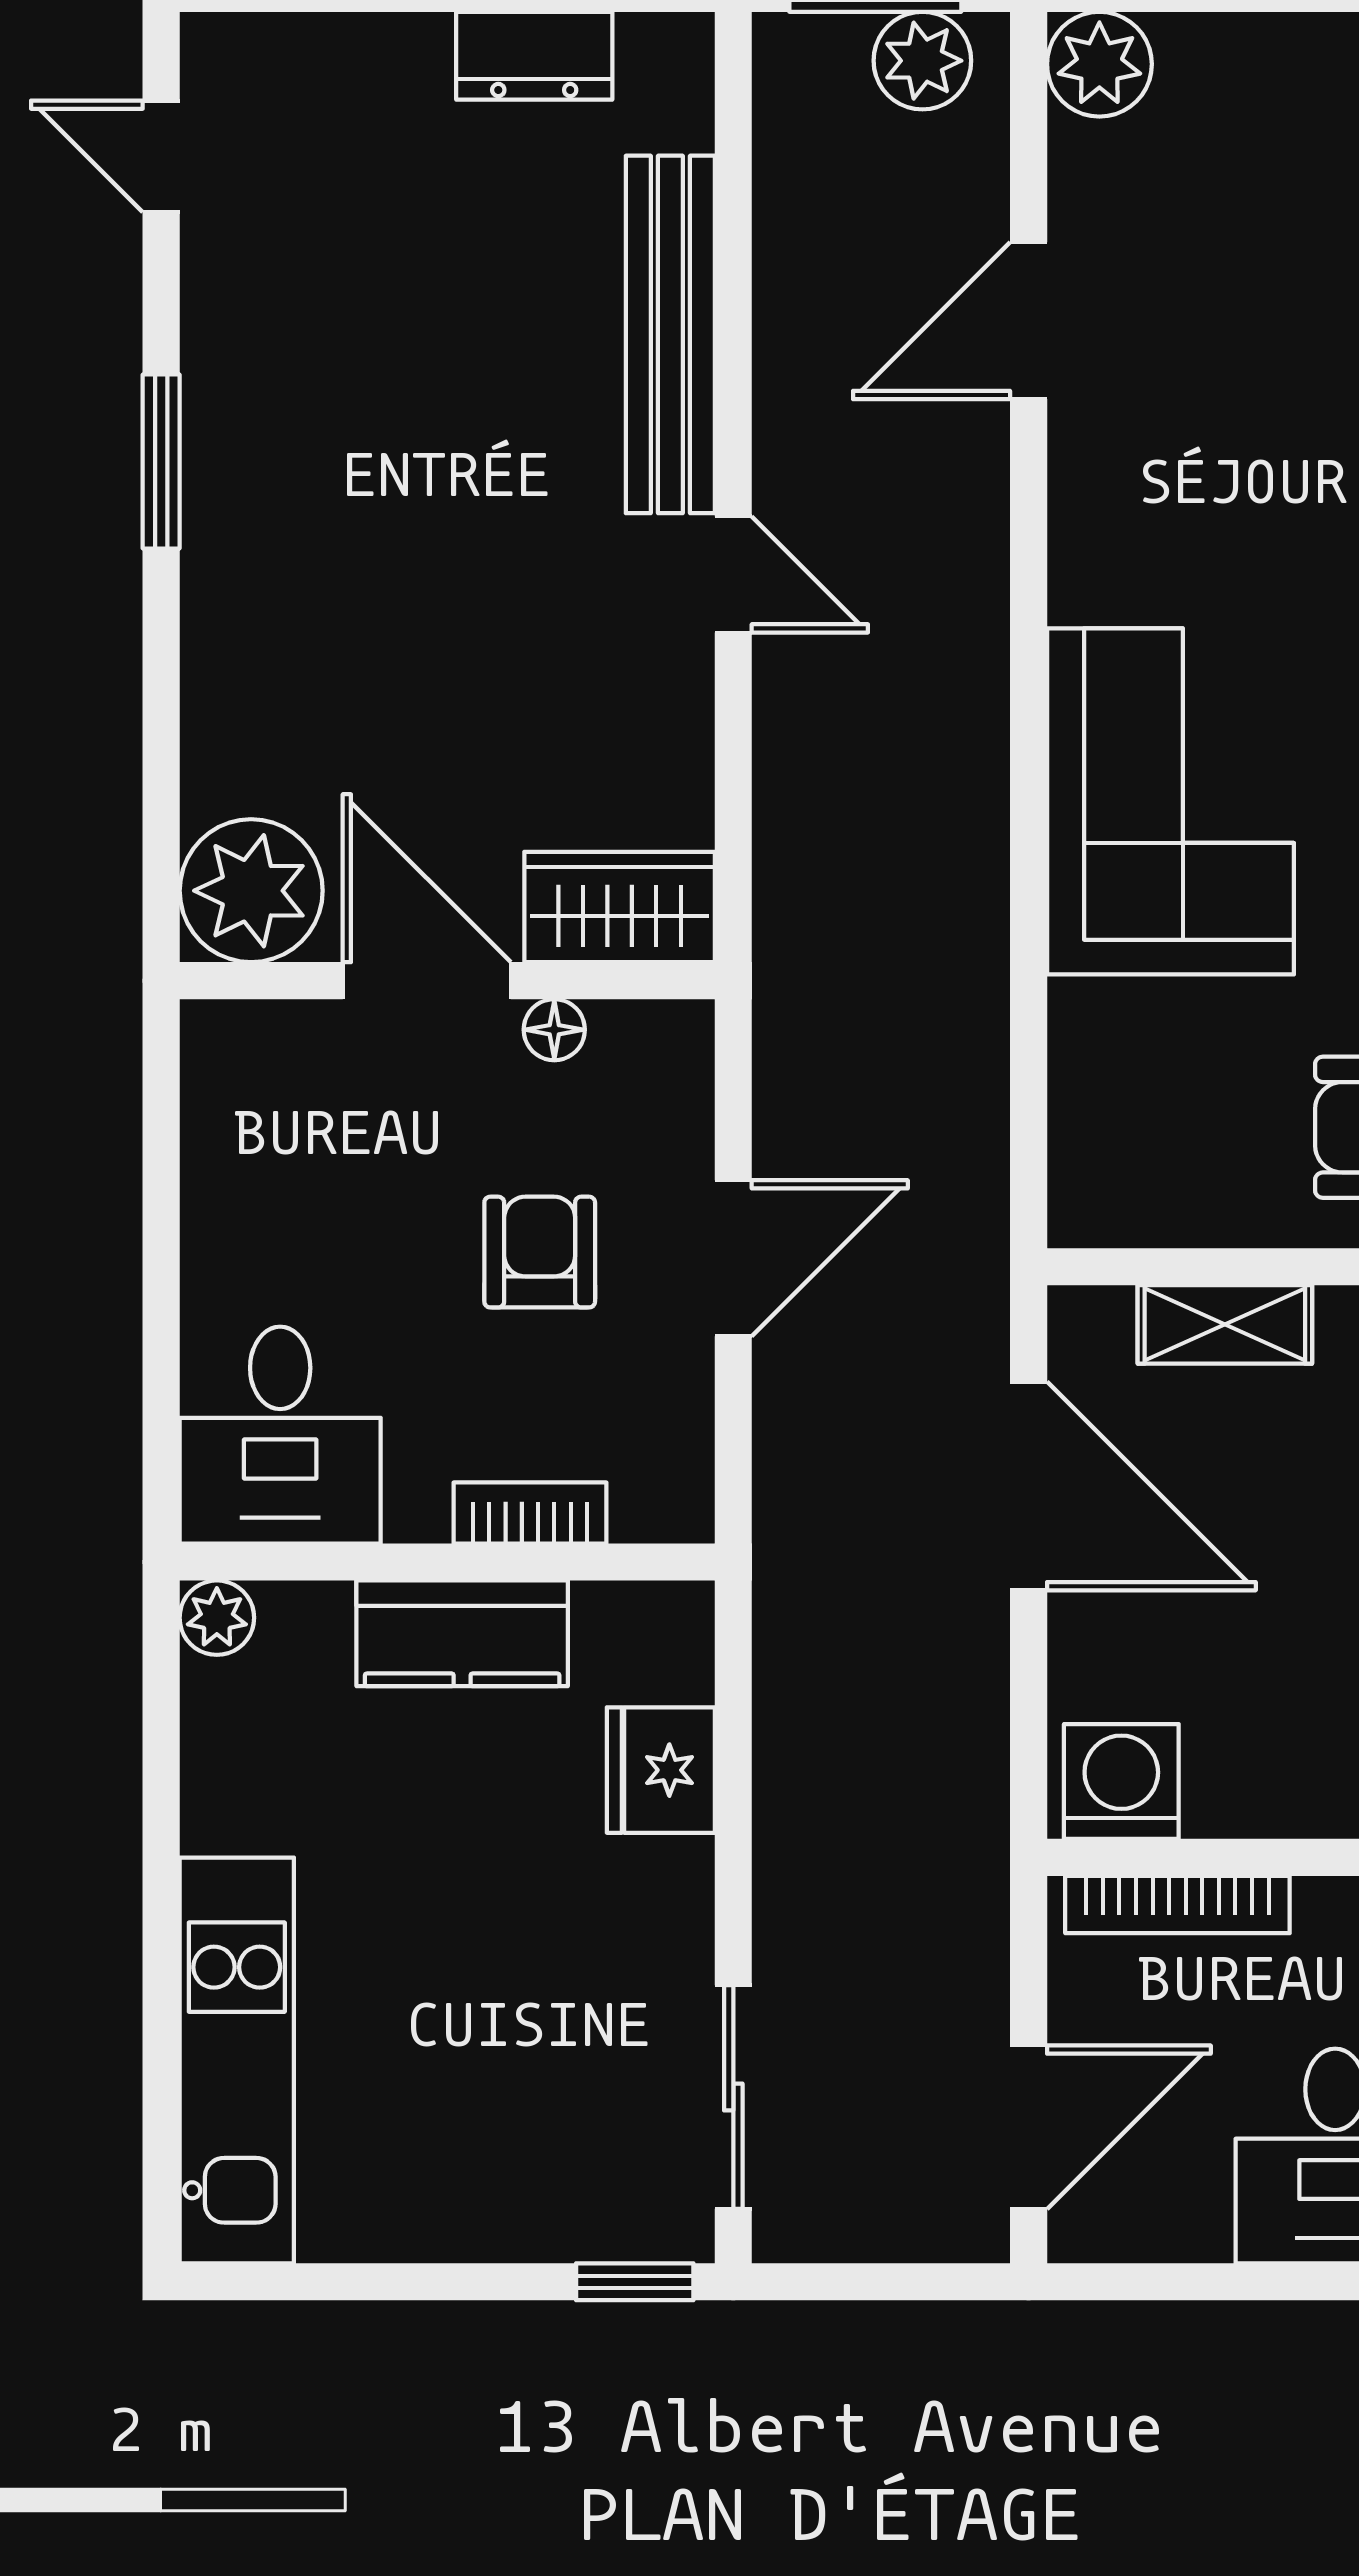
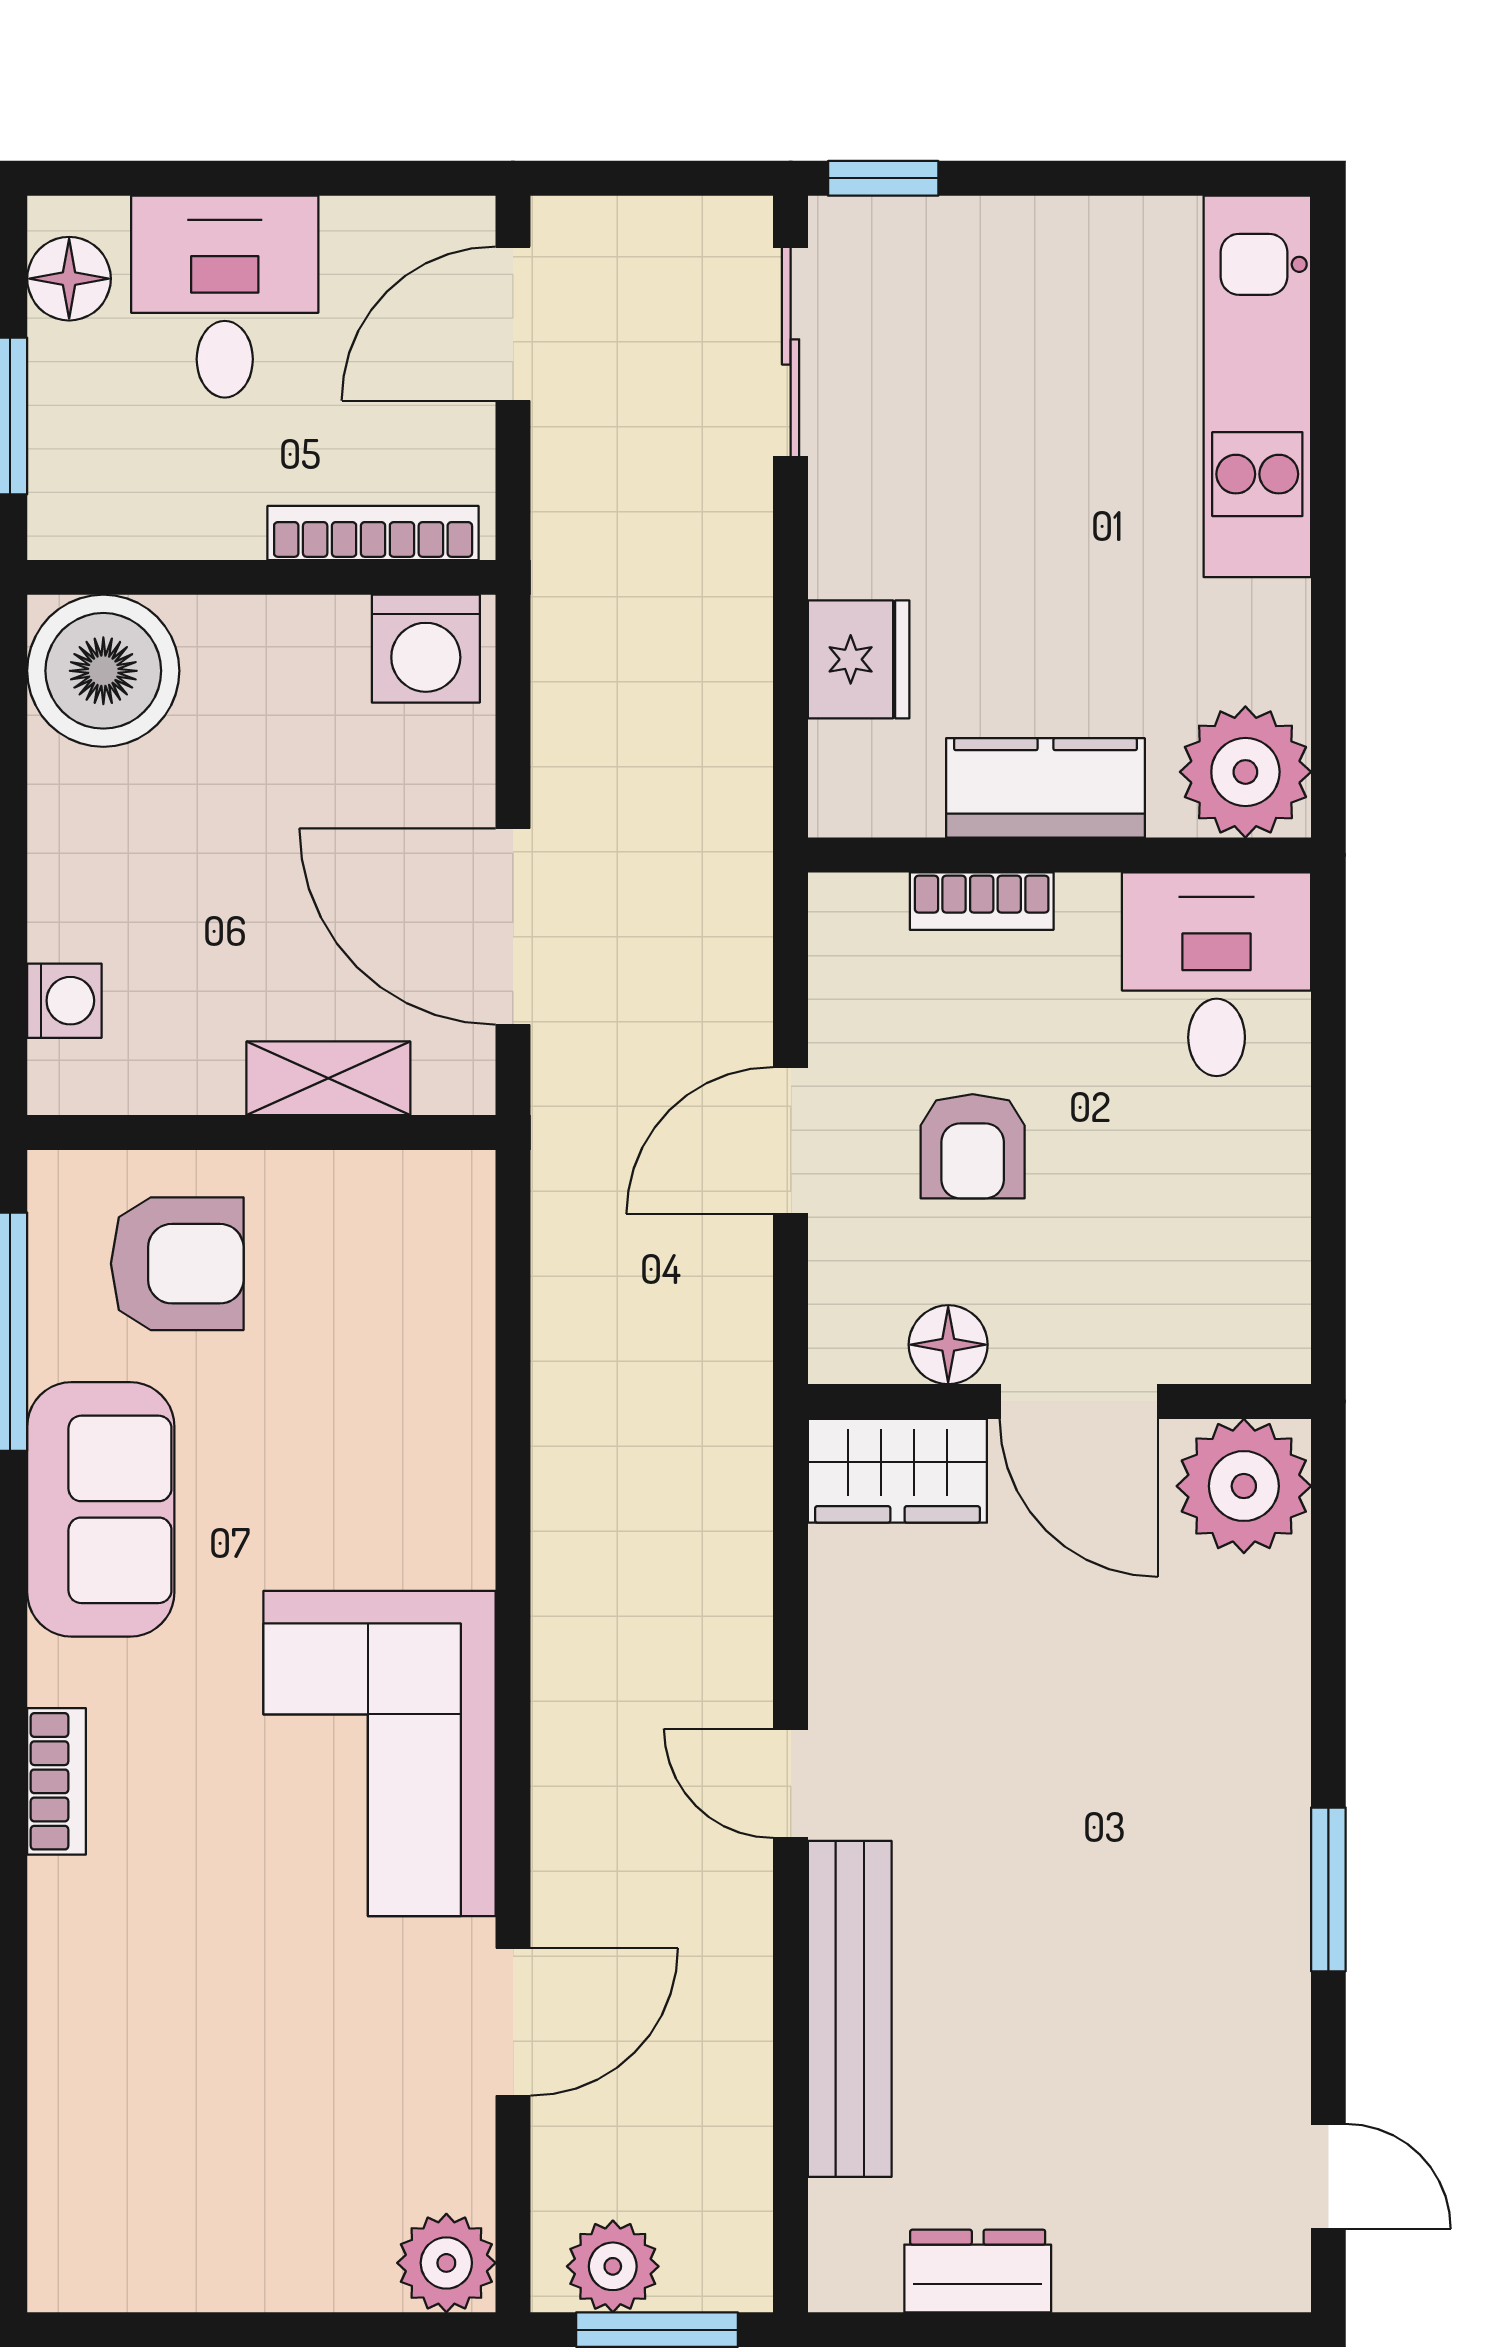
corner sofa: (1170, 801) -> (380, 1754), moved
floor lamp: (554, 1030) -> (948, 1345), width x1.37, depth x1.37
plant: (217, 1618) -> (1245, 772), width x1.87, depth x1.87

